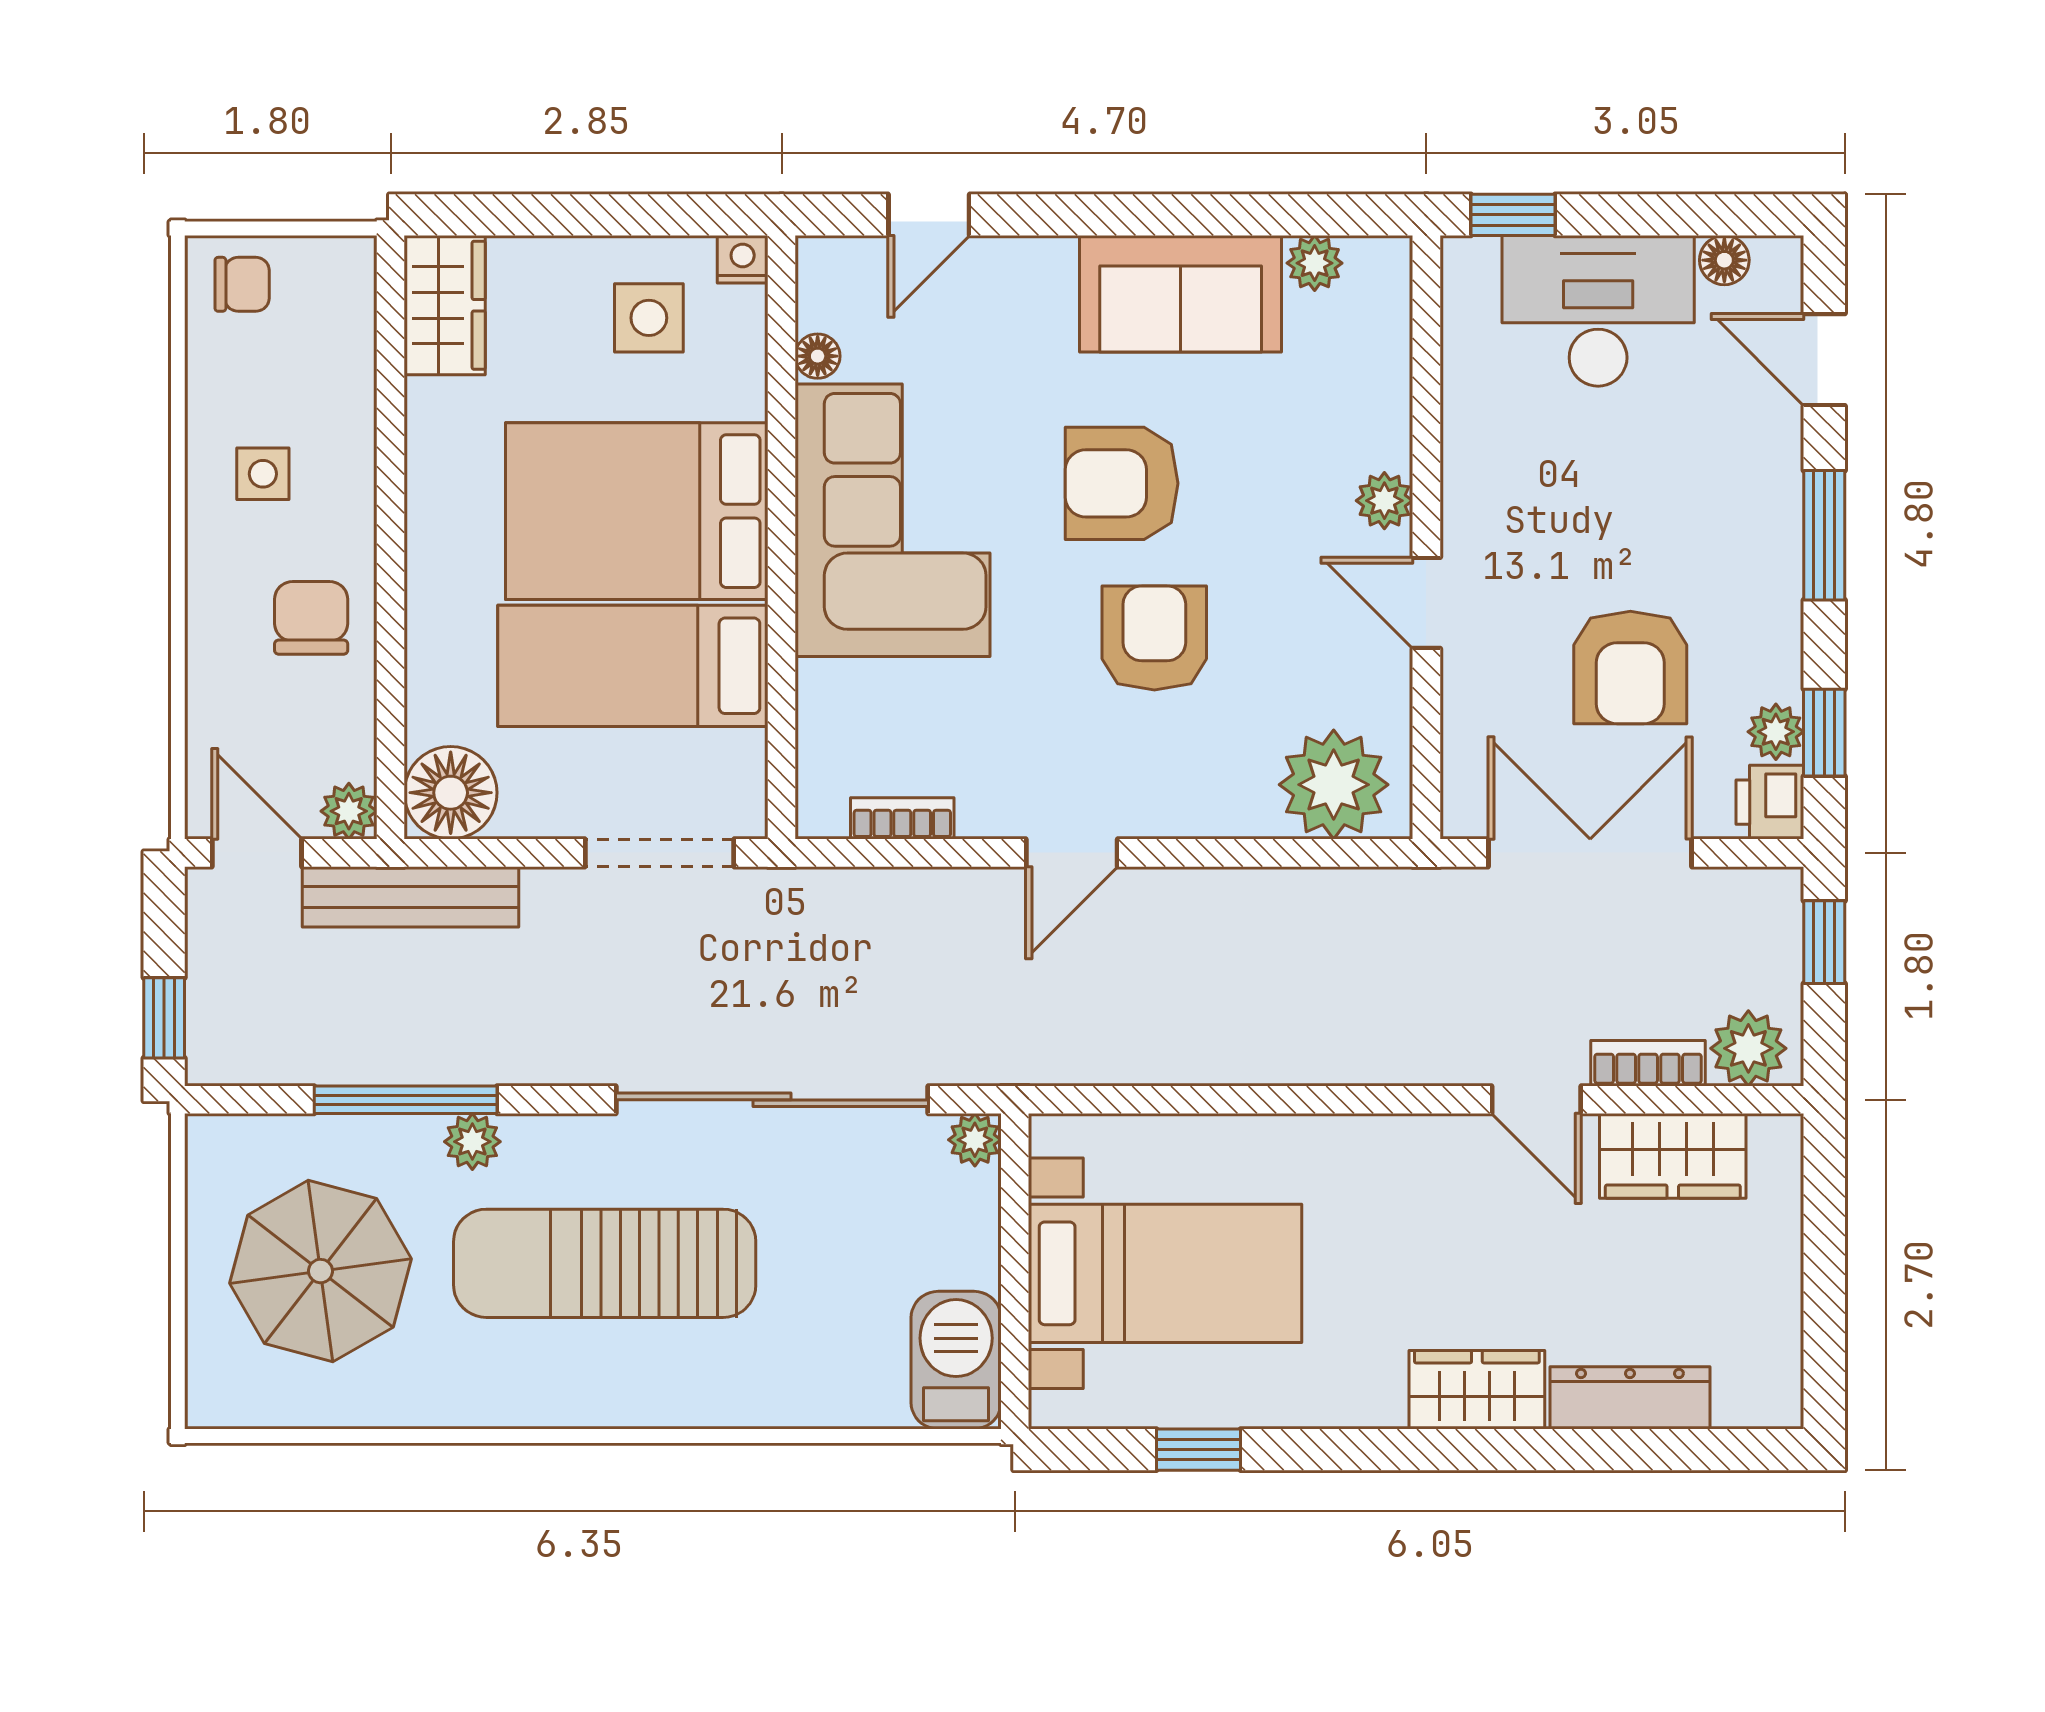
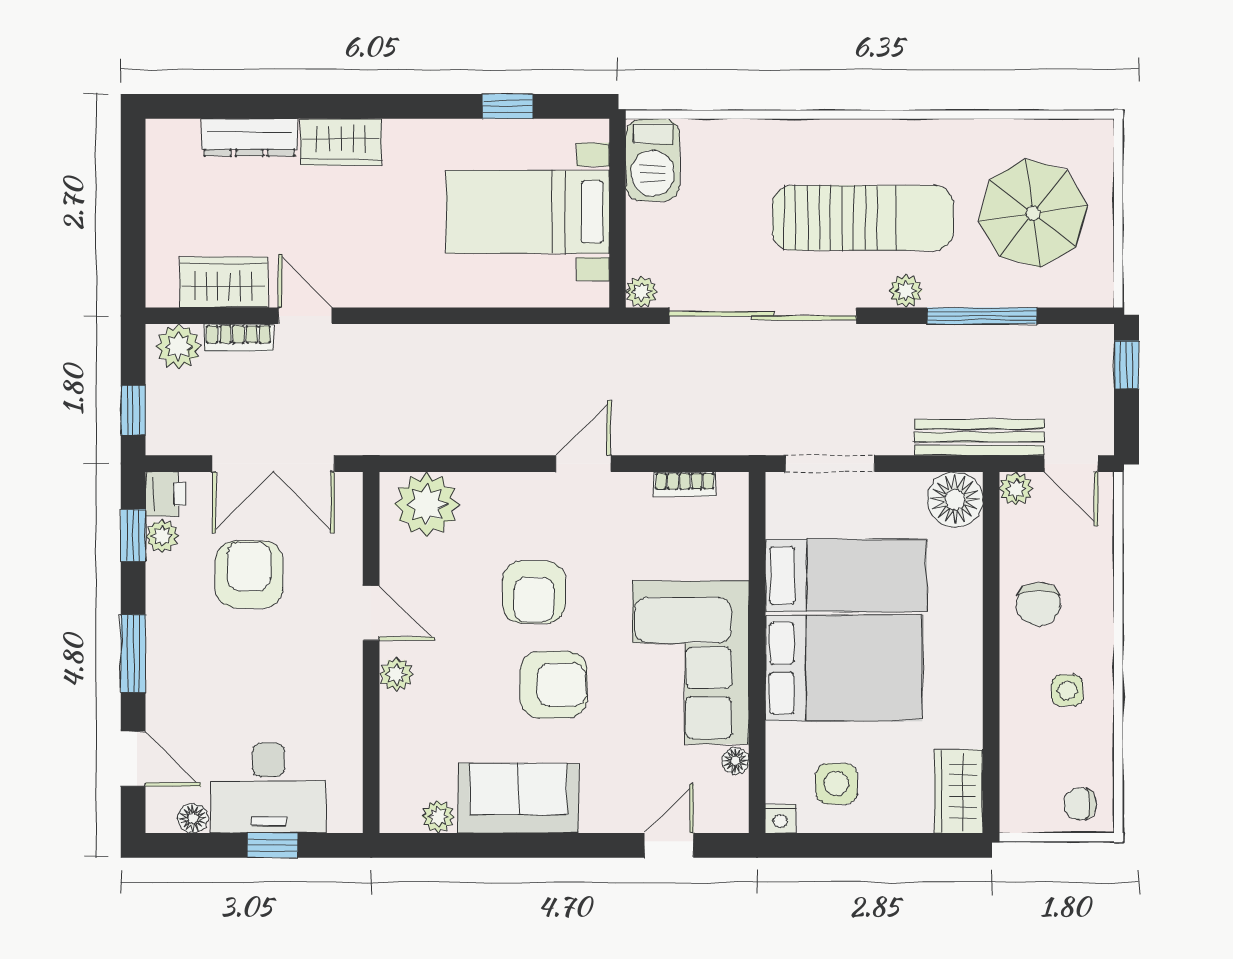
window: (1513, 215) -> (273, 845), moved
plant: (472, 1142) -> (906, 291), moved

